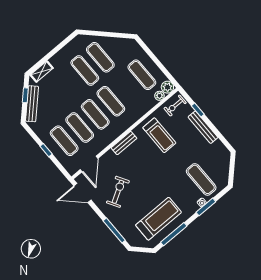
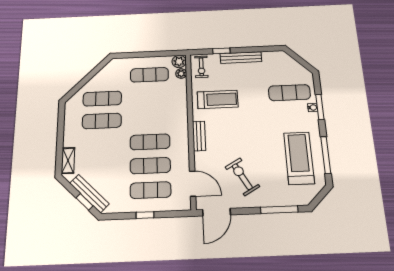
window: (25, 95) -> (85, 202), moved
exercise mat: (111, 101) -> (150, 119), removed

